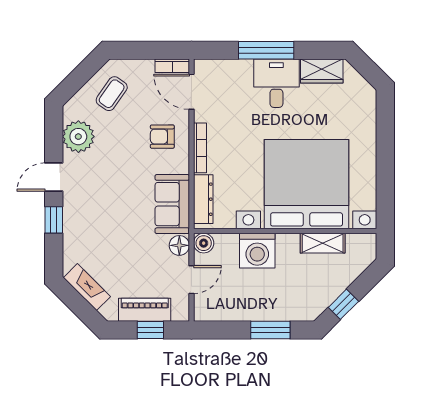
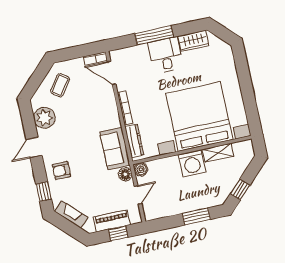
armchair: (162, 137) -> (62, 171), moved
window: (54, 220) -> (44, 192), moved
washing machine: (257, 251) -> (192, 163), moved

